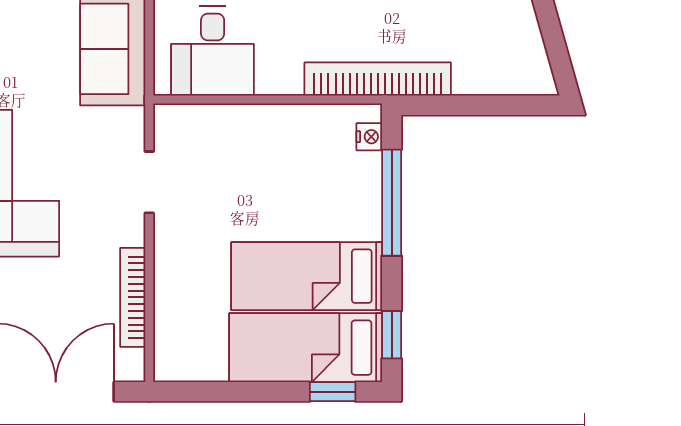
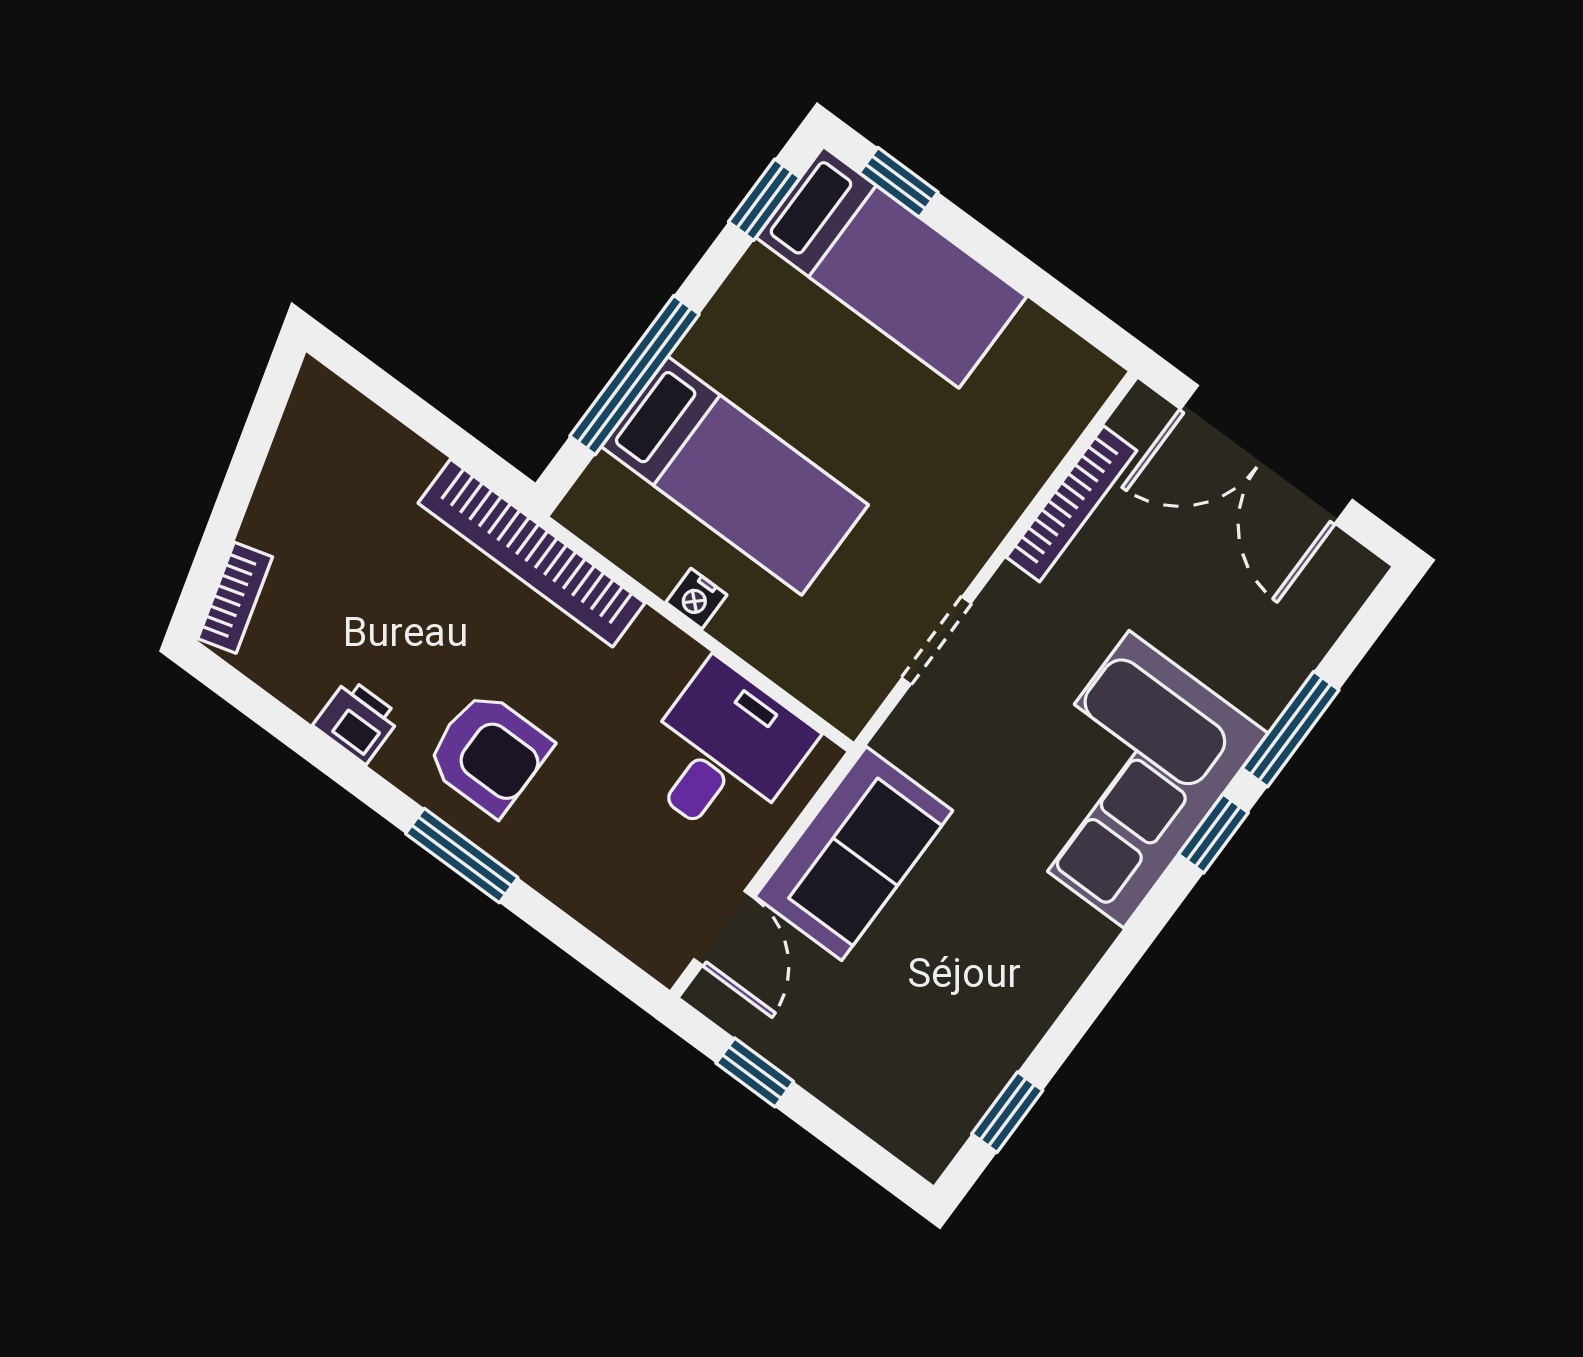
nightstand: (369, 137) -> (696, 599), moved, turned -90
bed: (307, 276) -> (735, 476), moved

